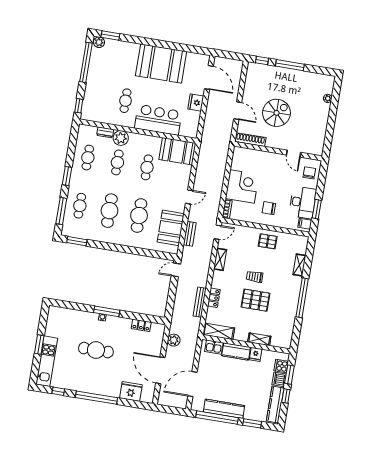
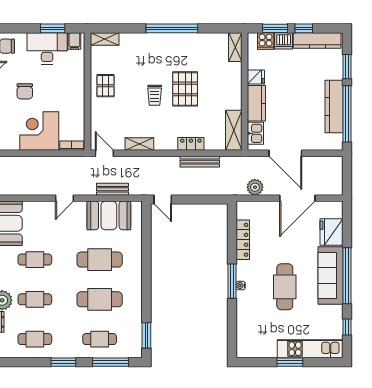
door: (189, 197) -> (64, 198), swing flipped
chair: (269, 208) -> (25, 91), moved
shelving: (299, 265) -> (105, 39), moved
locker: (141, 325) -> (243, 240), width x1.53
shelving: (259, 339) -> (235, 47), moved
door: (192, 384) -> (285, 153), moved
sofa: (99, 385) -> (330, 276), added

